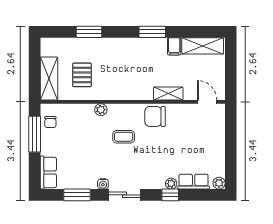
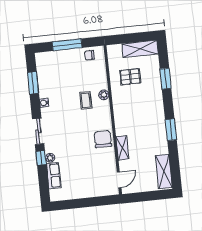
filing cabinet: (174, 46) -> (161, 149), removed
shelving: (49, 78) -> (140, 49), moved
window: (35, 134) -> (67, 45), moved
coffee table: (124, 137) -> (86, 100), moved
row of seats: (48, 172) -> (49, 58), removed
plant: (219, 183) -> (55, 196), removed
sliding door: (125, 195) -> (38, 131), moved

